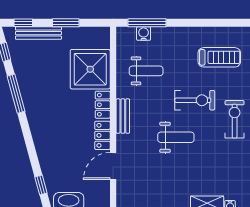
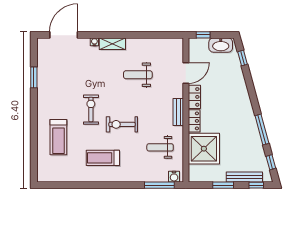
water cooler: (144, 34) -> (174, 177), moved
exercise bike: (235, 119) -> (91, 110), turned 180
weight bench: (176, 137) -> (138, 75), moved

